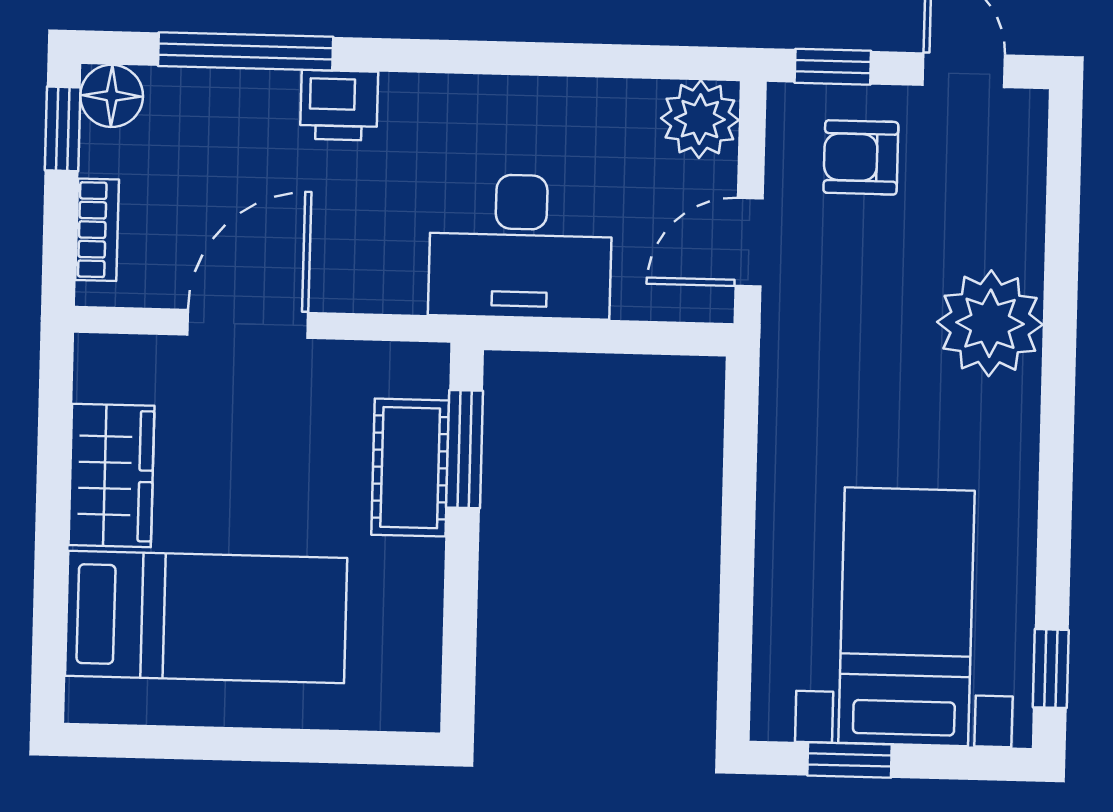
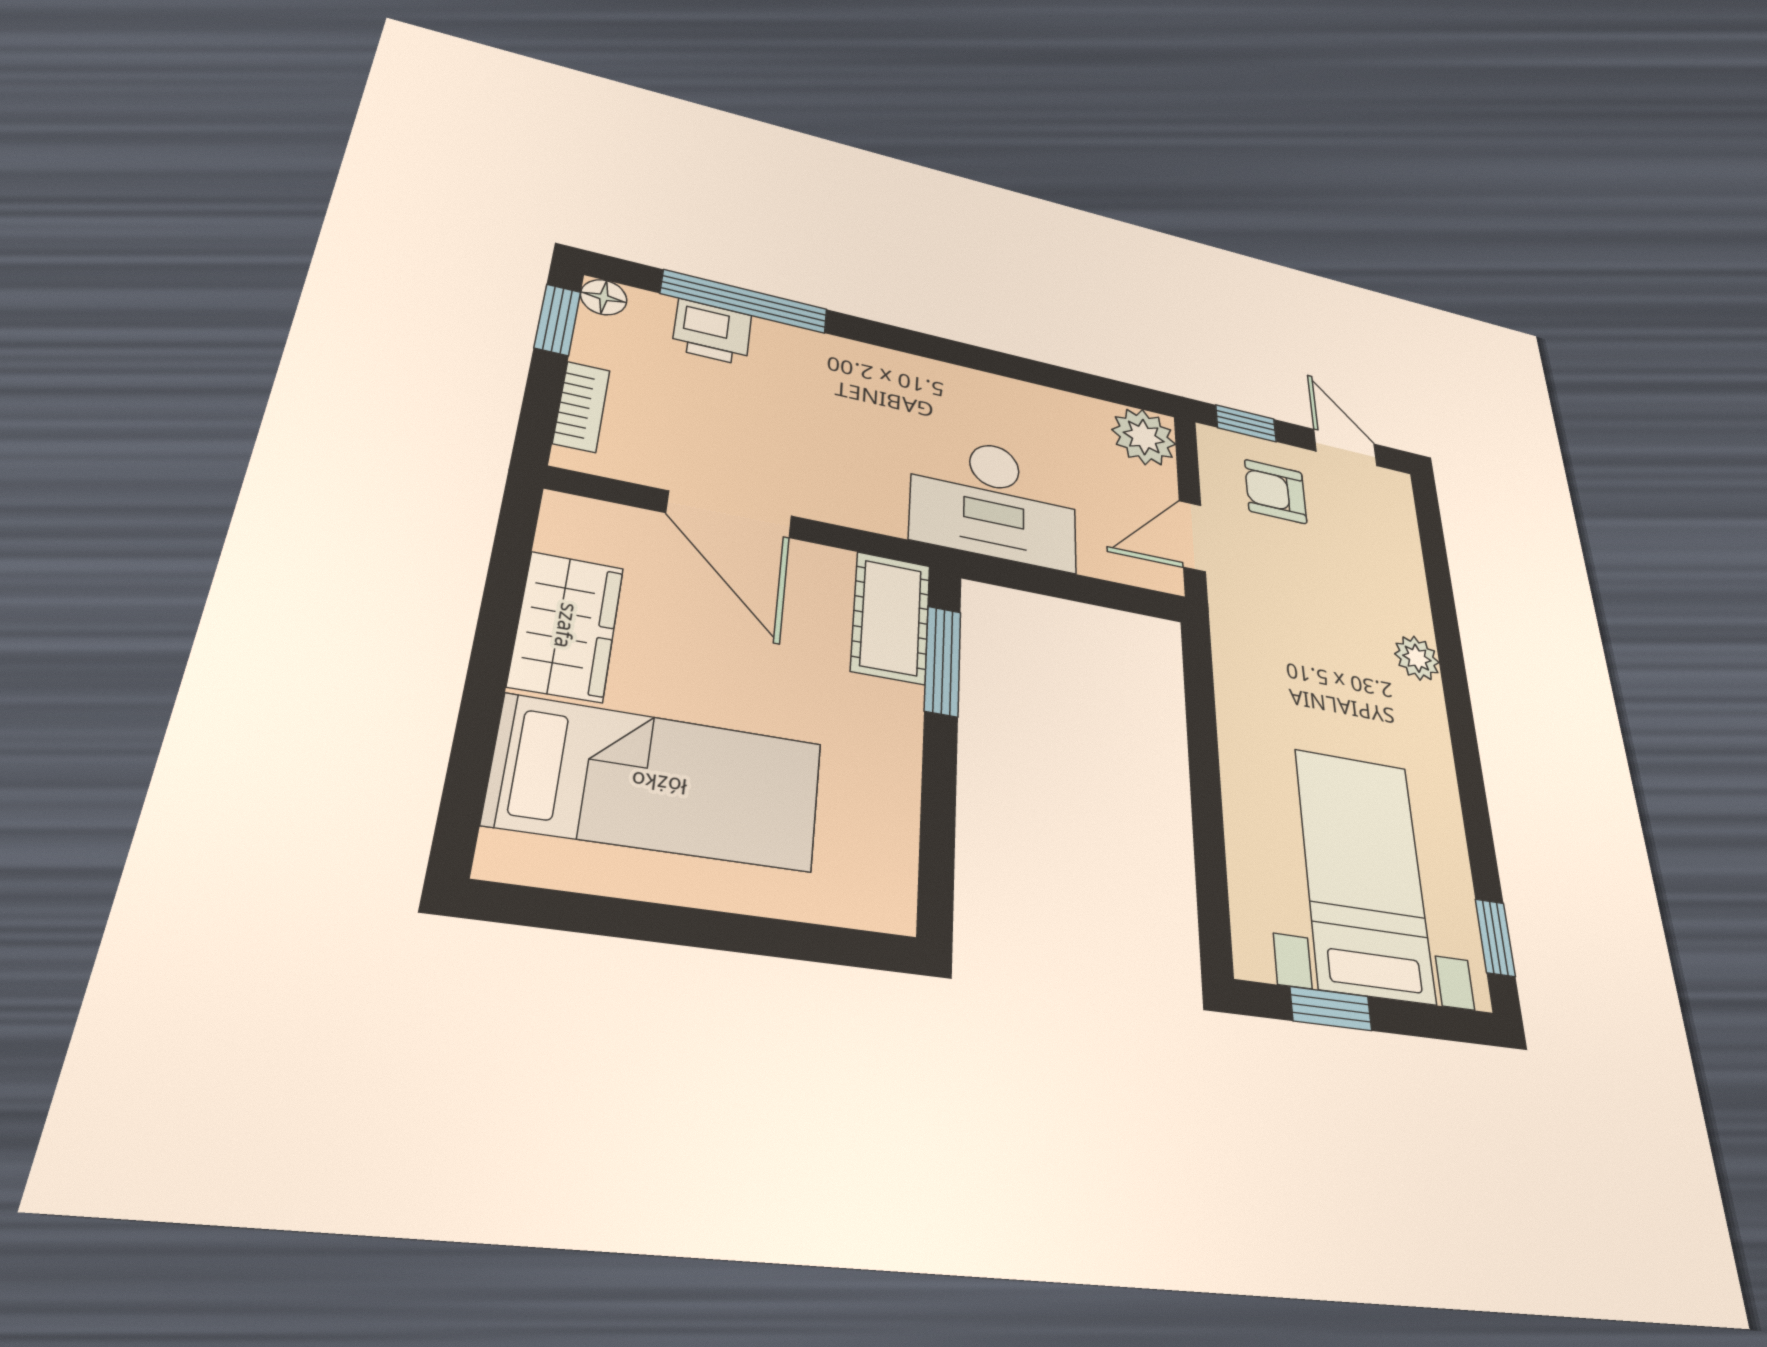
floor lamp: (112, 96) -> (604, 297), width x0.73, depth x0.73
printer: (339, 105) -> (712, 332), moved
plant: (990, 323) -> (1417, 658), width x0.53, depth x0.53
door: (248, 324) -> (729, 514), swing flipped
cot: (410, 468) -> (891, 618), moved

